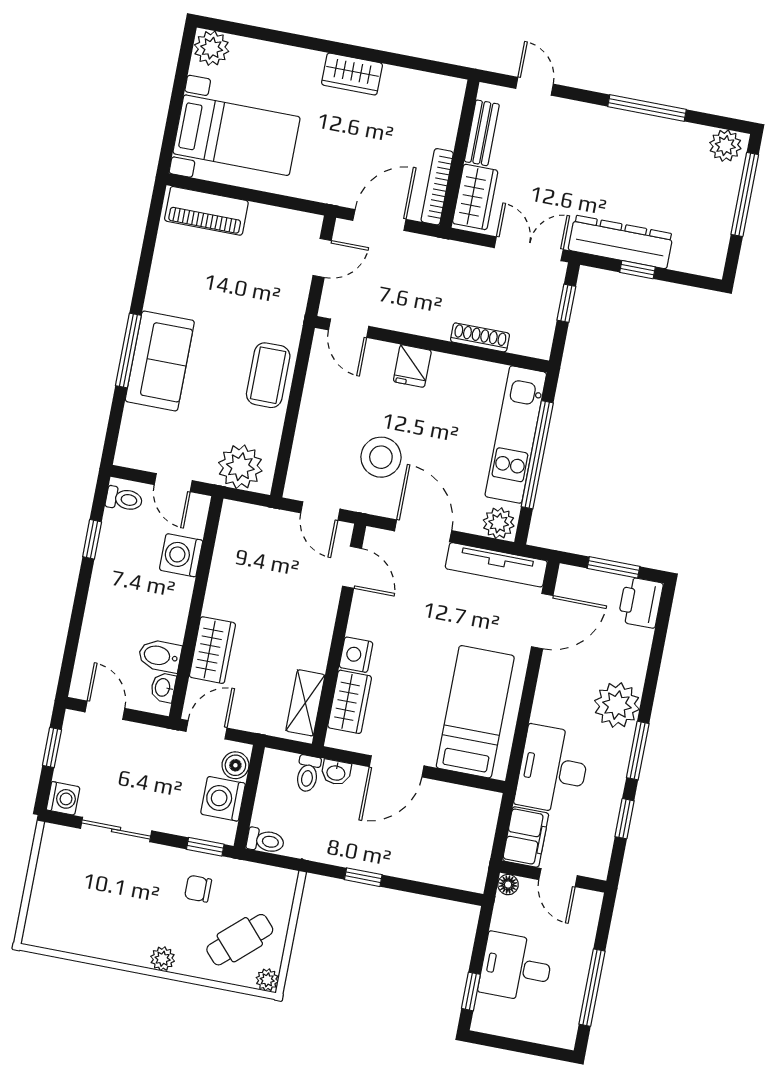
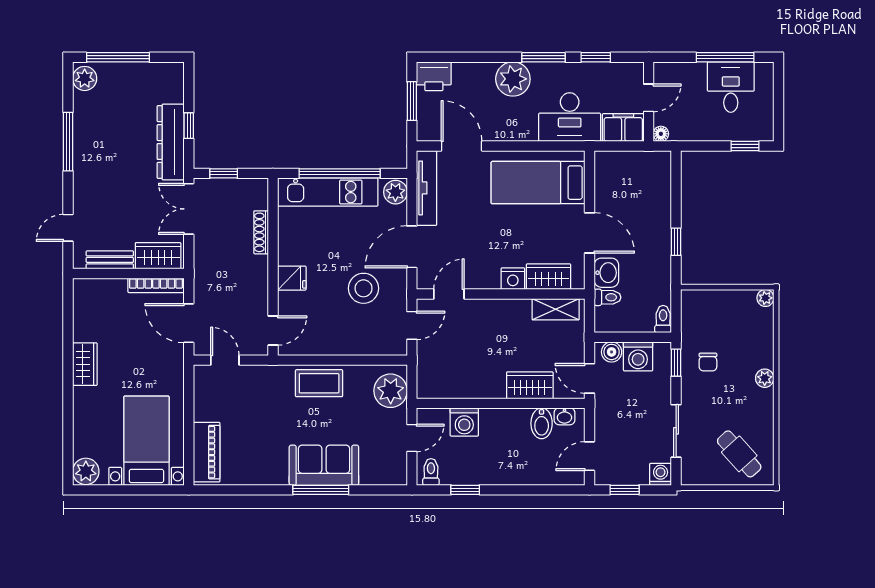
washbasin: (336, 772) -> (606, 273), width x1.38, depth x1.45
cafe table: (240, 940) -> (739, 454), moved
desk: (516, 967) -> (731, 87), moved, turned 180

